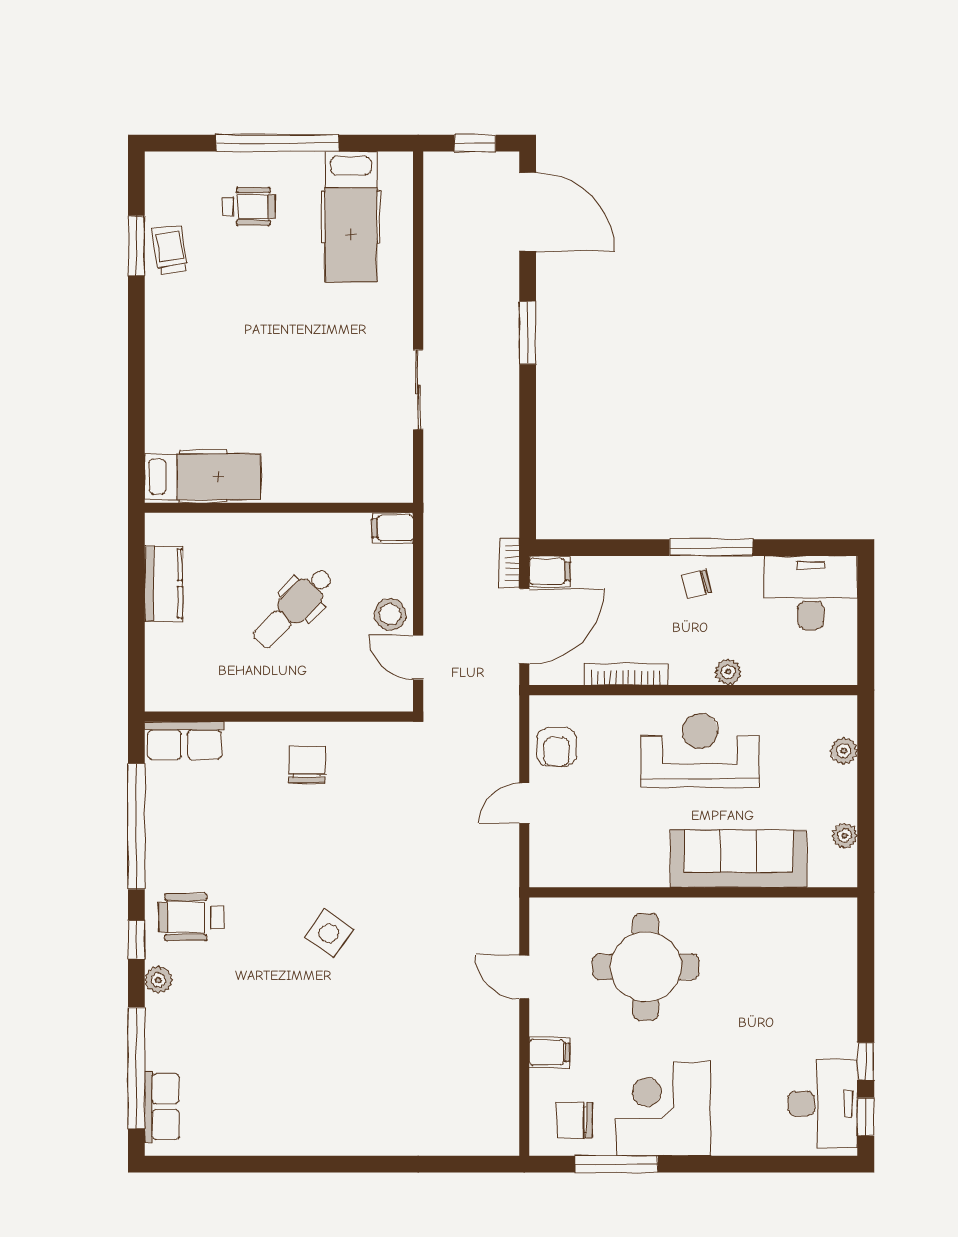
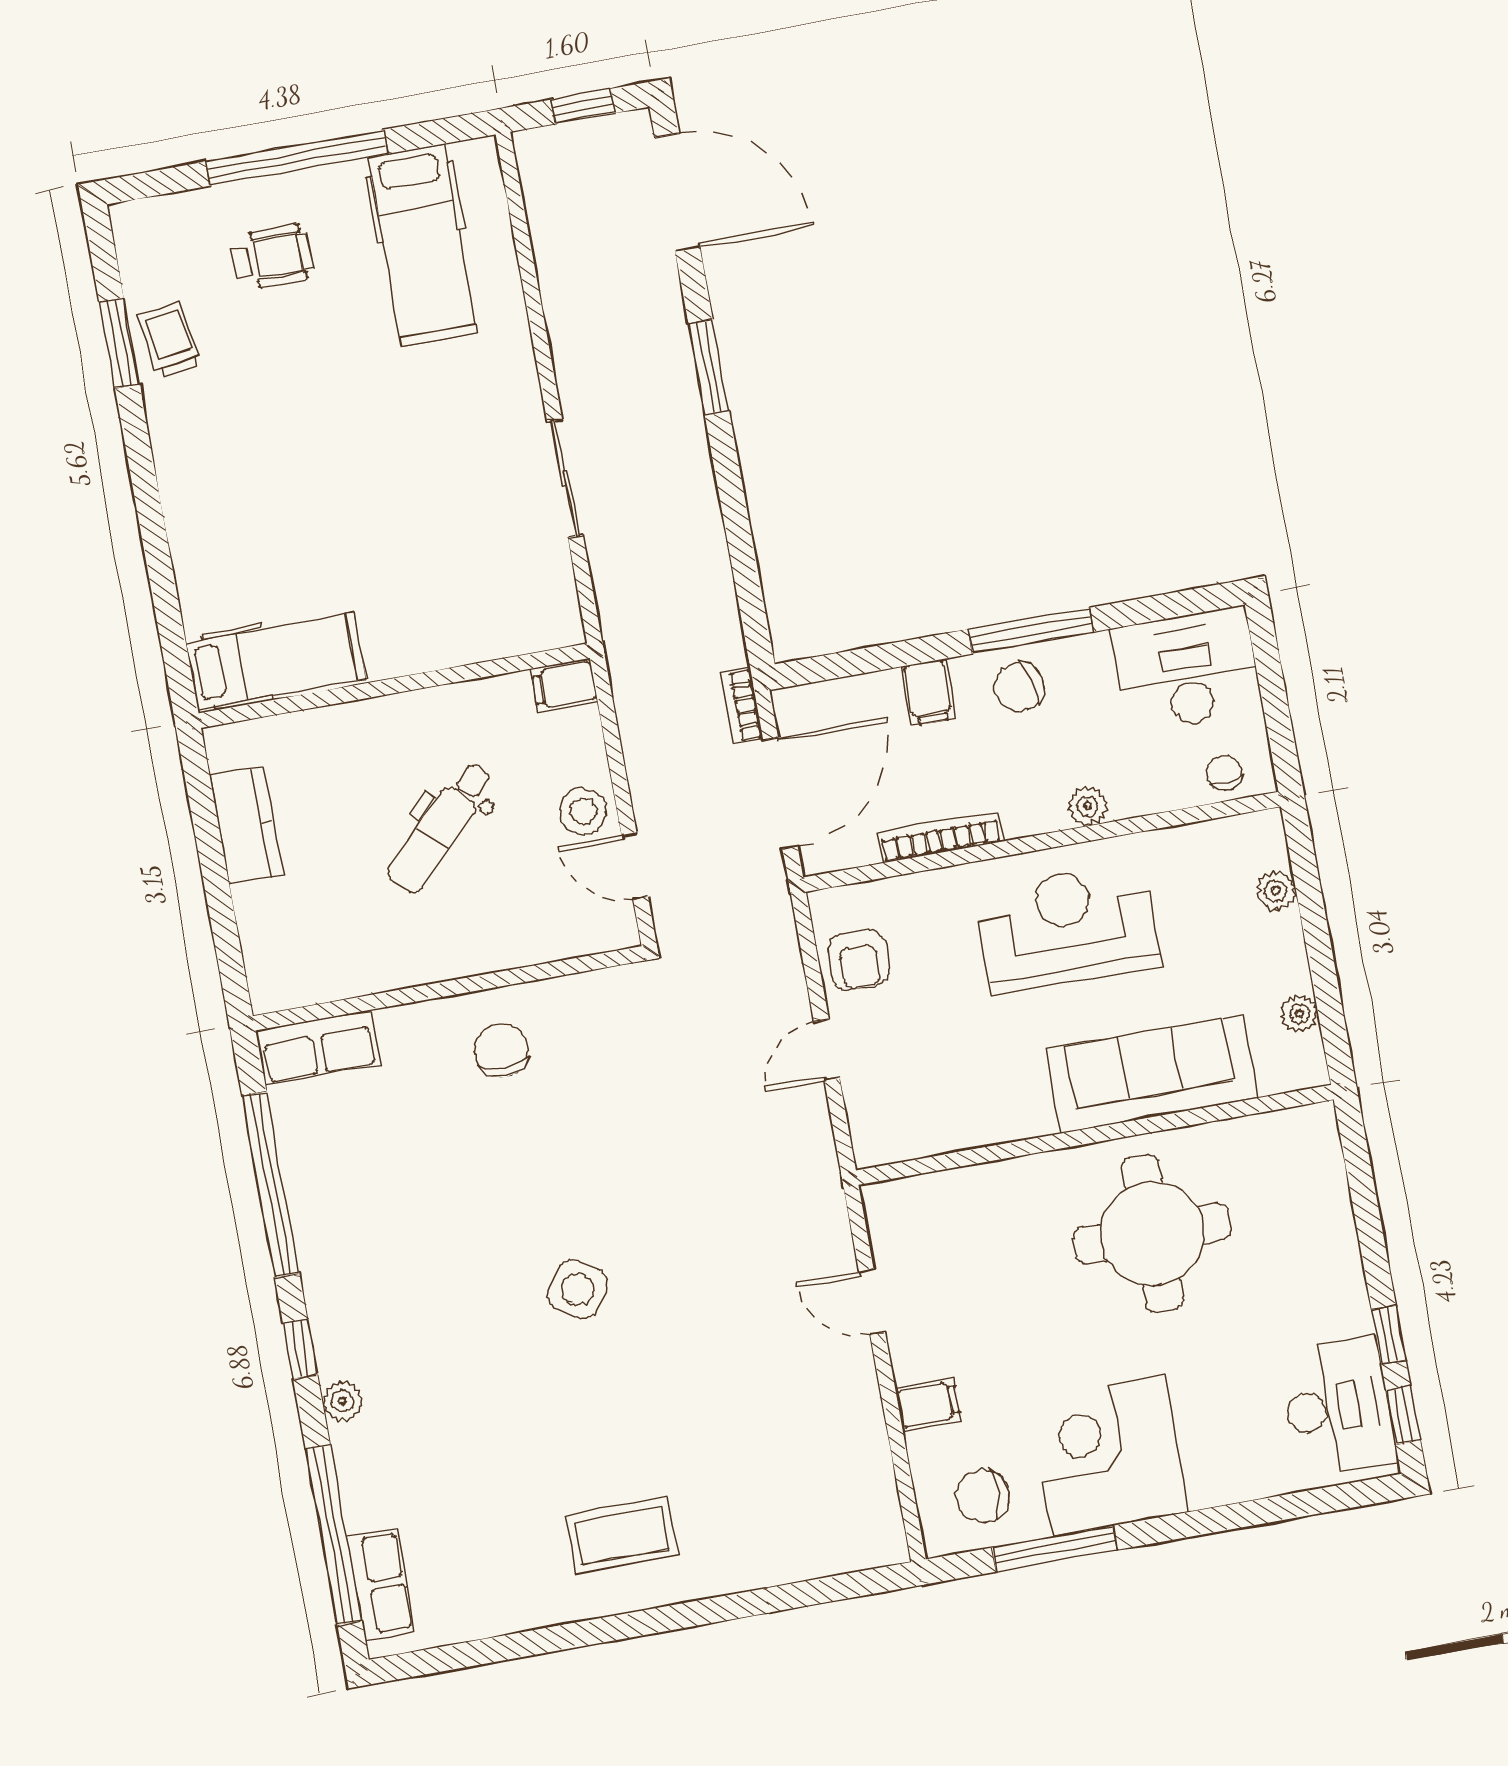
filing cabinet: (550, 571) -> (928, 692), moved, turned 90
chair: (697, 584) -> (1019, 687), width x1.37, depth x1.37
chair: (823, 666) -> (1224, 773), added
wheelchair: (191, 917) -> (373, 1302), removed
round table: (646, 967) -> (1152, 1234), moved
coffee table: (329, 1103) -> (622, 1535), added

